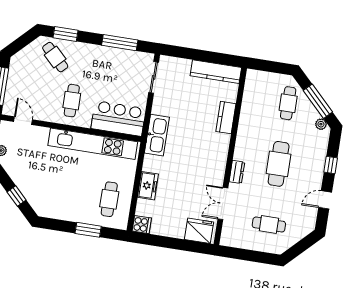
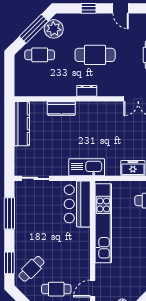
cafe table: (72, 101) -> (56, 289), moved
plant: (321, 124) -> (54, 29), width x1.88, depth x1.88
dresser: (237, 172) -> (87, 91), moved

